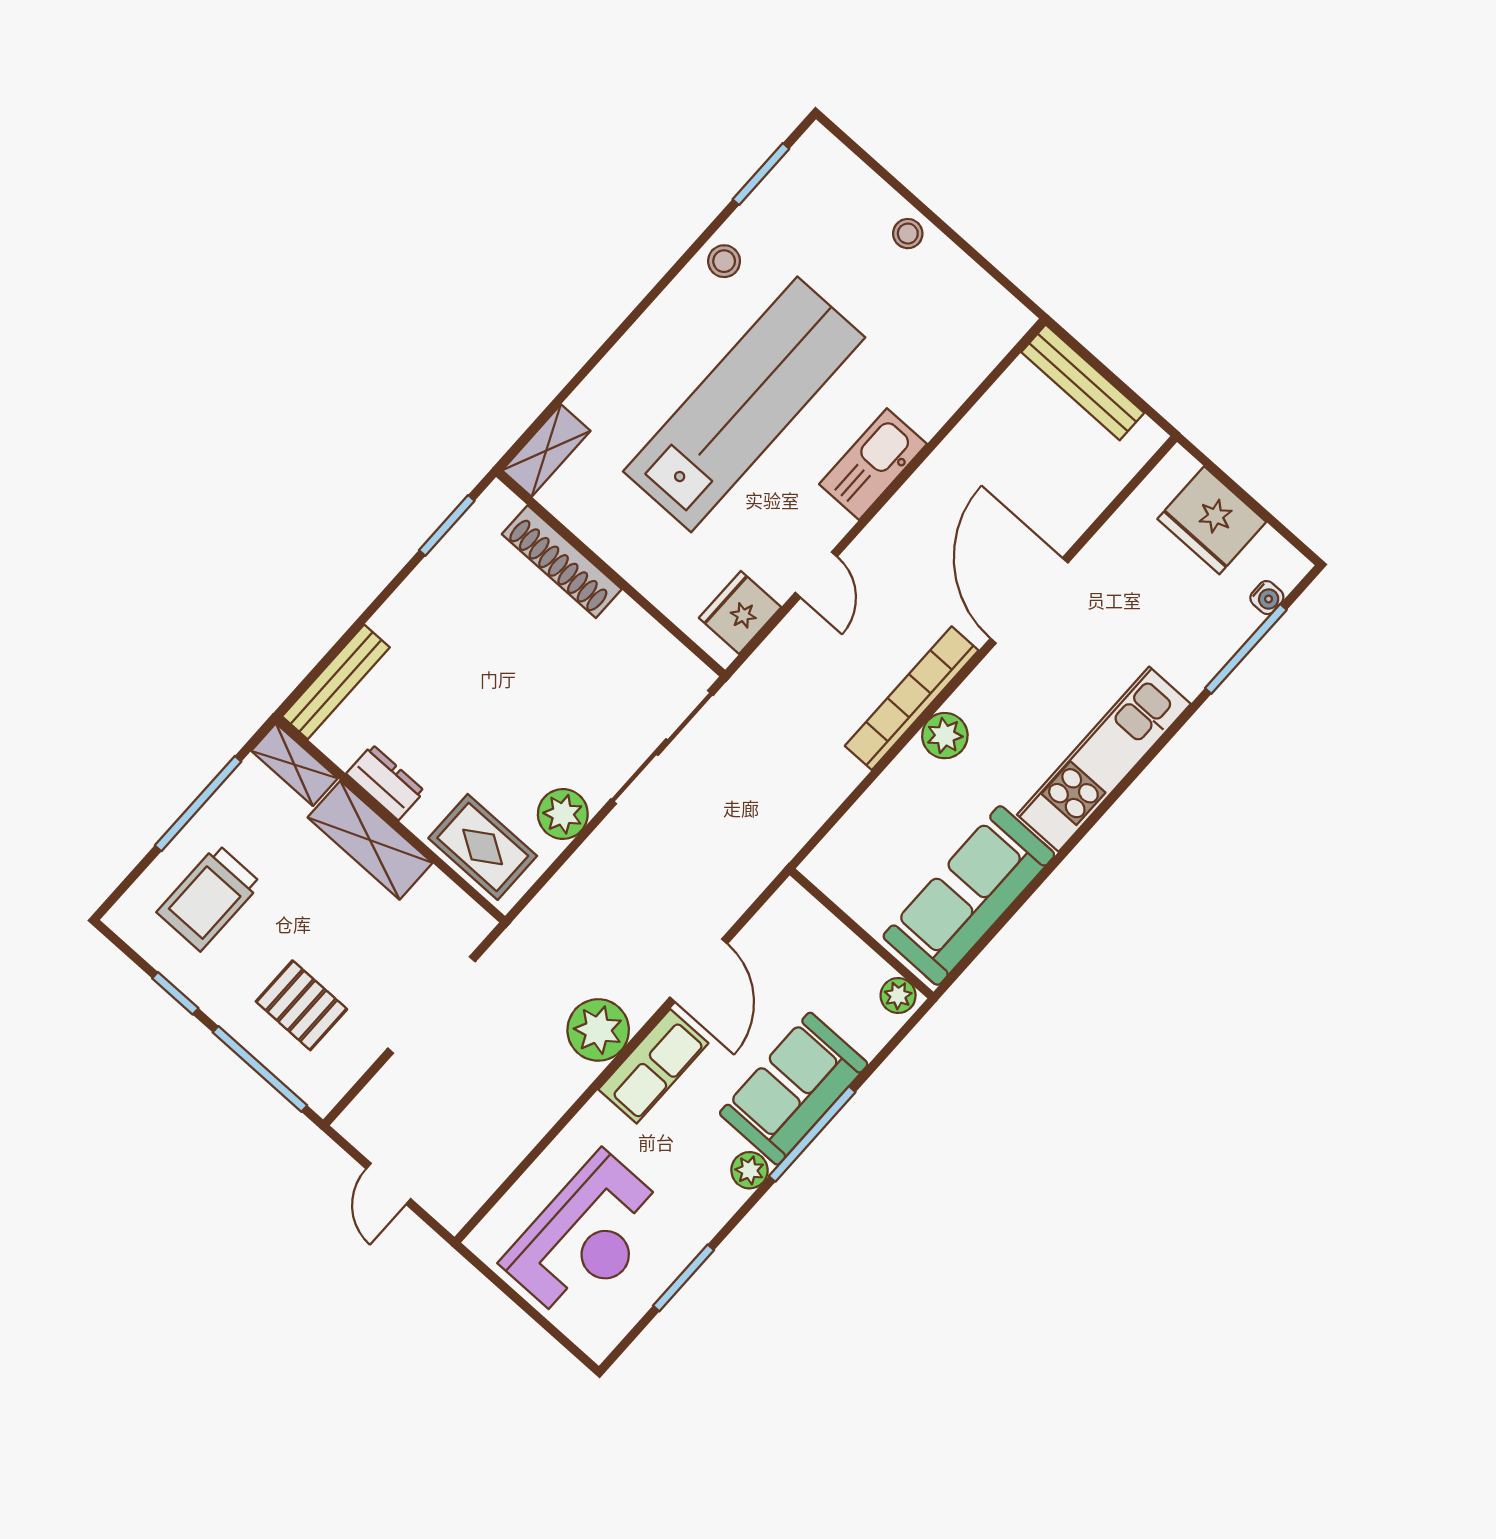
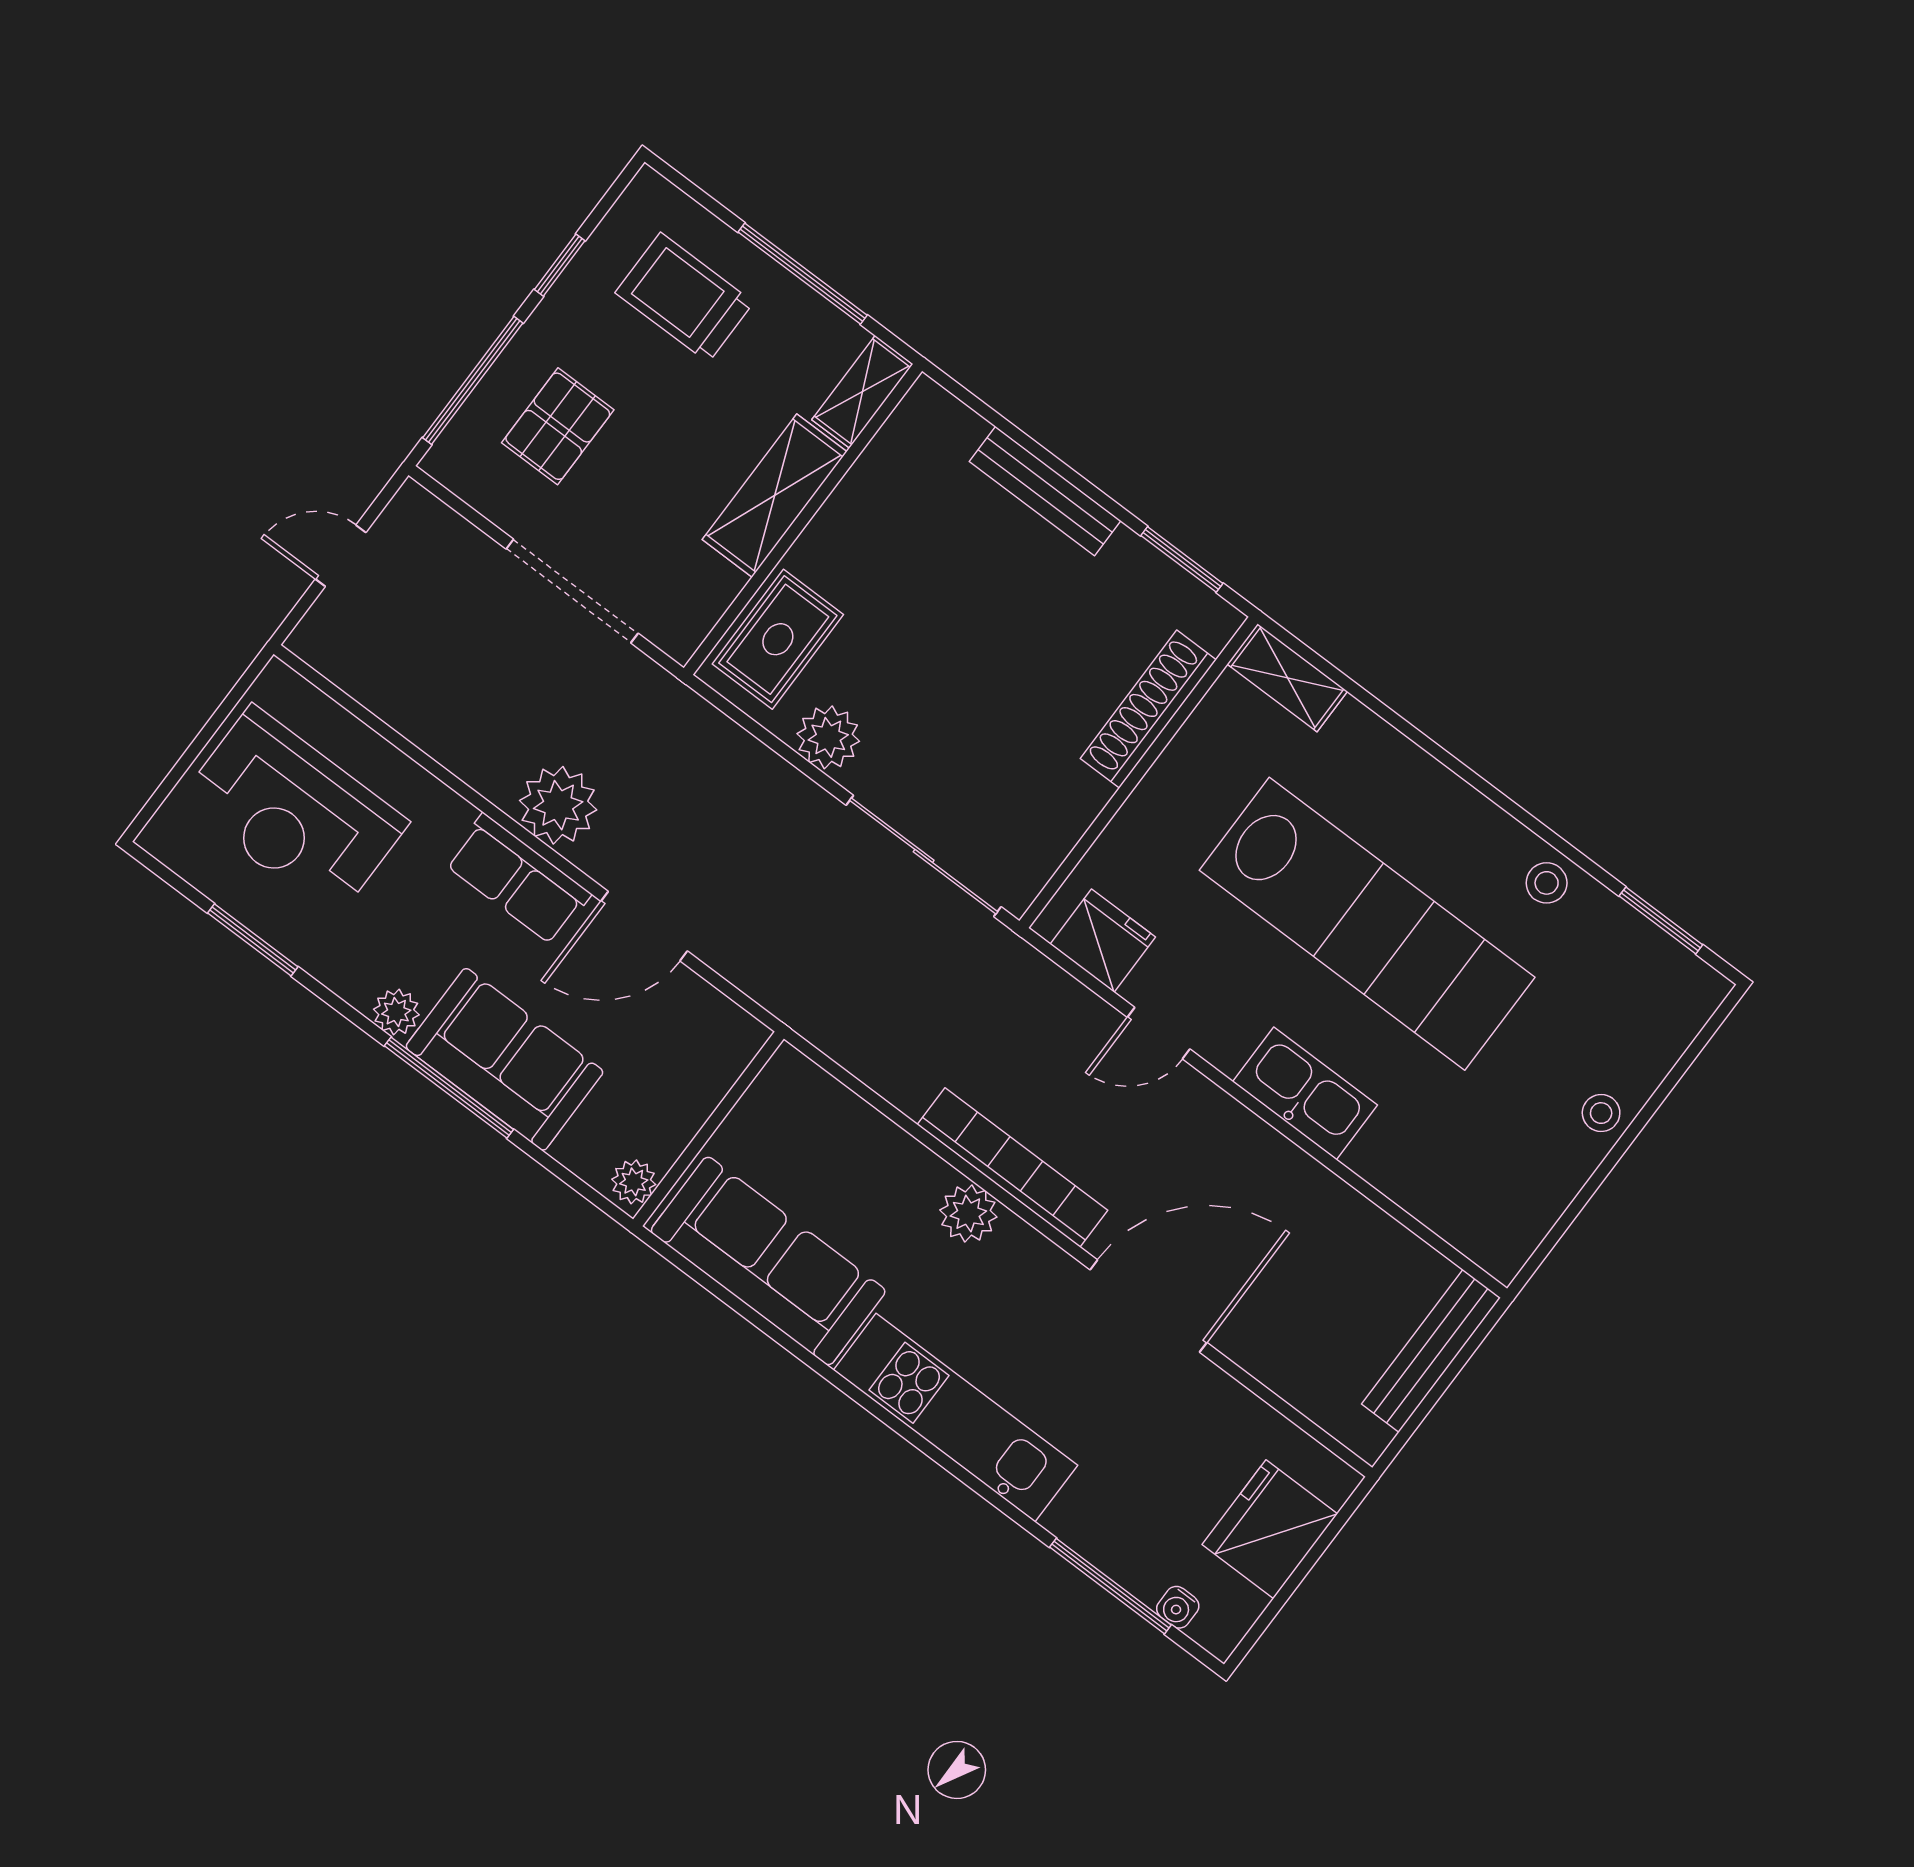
bench: (336, 682) -> (1045, 491), moved
dresser: (385, 782) -> (849, 509), removed

